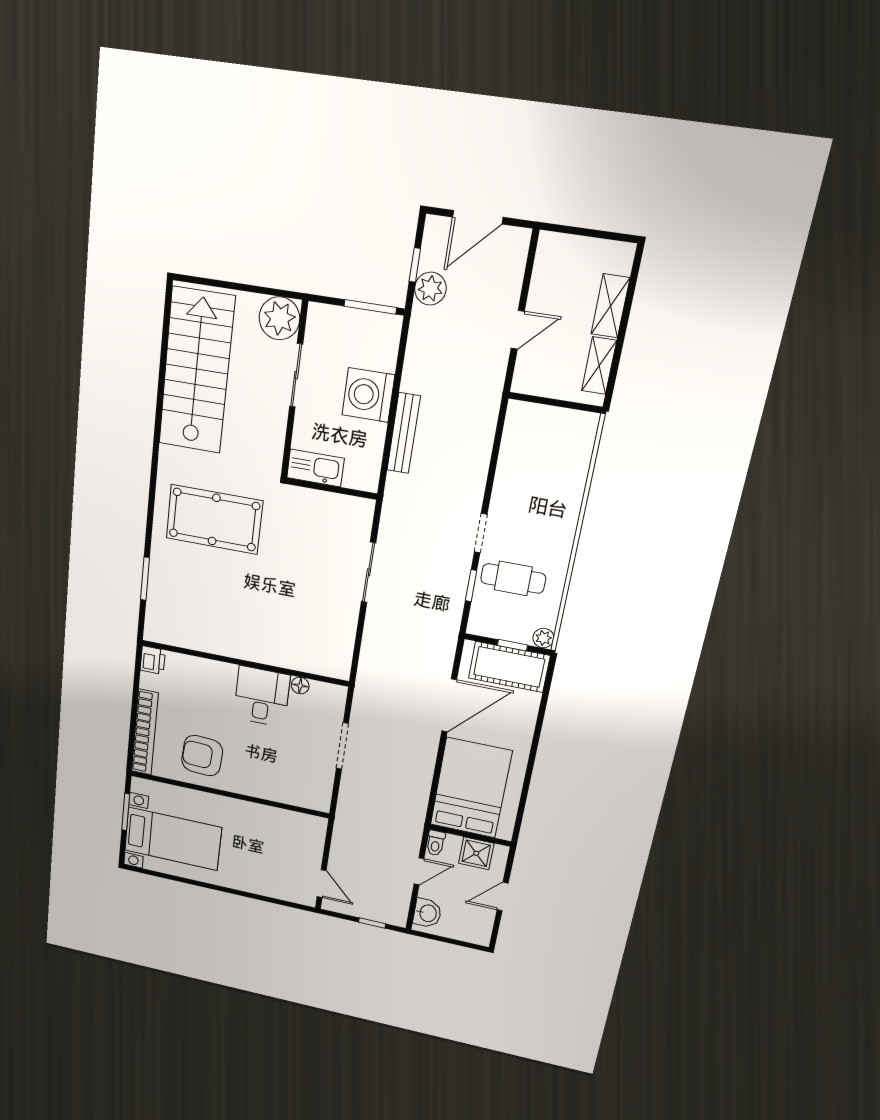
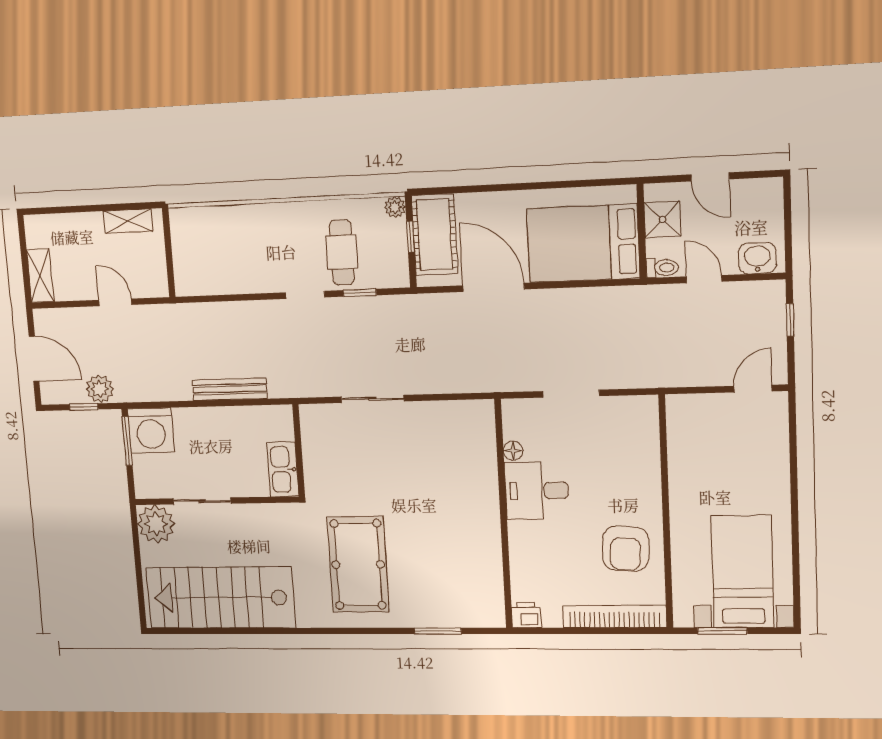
shelving: (610, 306) -> (40, 276), moved, turned 90
washing machine: (368, 395) -> (151, 431), moved

